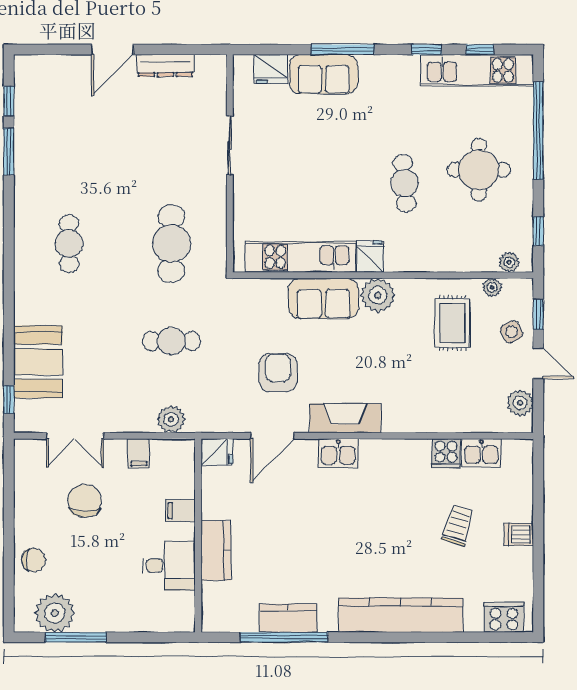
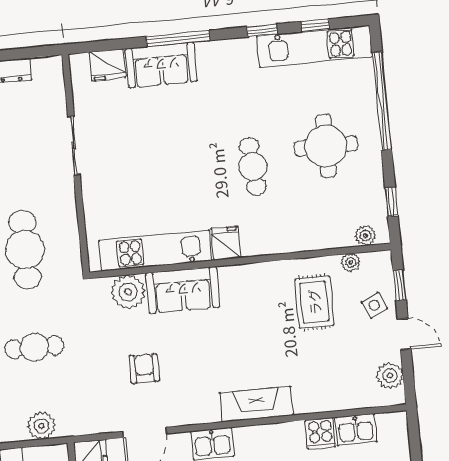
plant: (378, 295) -> (128, 292), moved
armchair: (278, 372) -> (144, 369), width x0.72, depth x0.72
fireplace: (345, 418) -> (256, 404), moved

